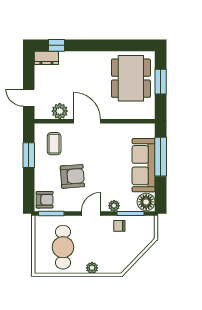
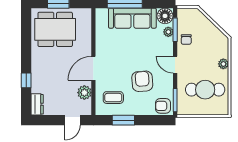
window: (57, 45) -> (26, 80), moved
armchair: (45, 200) -> (163, 106), turned -90
plant: (114, 206) -> (168, 32), moved

